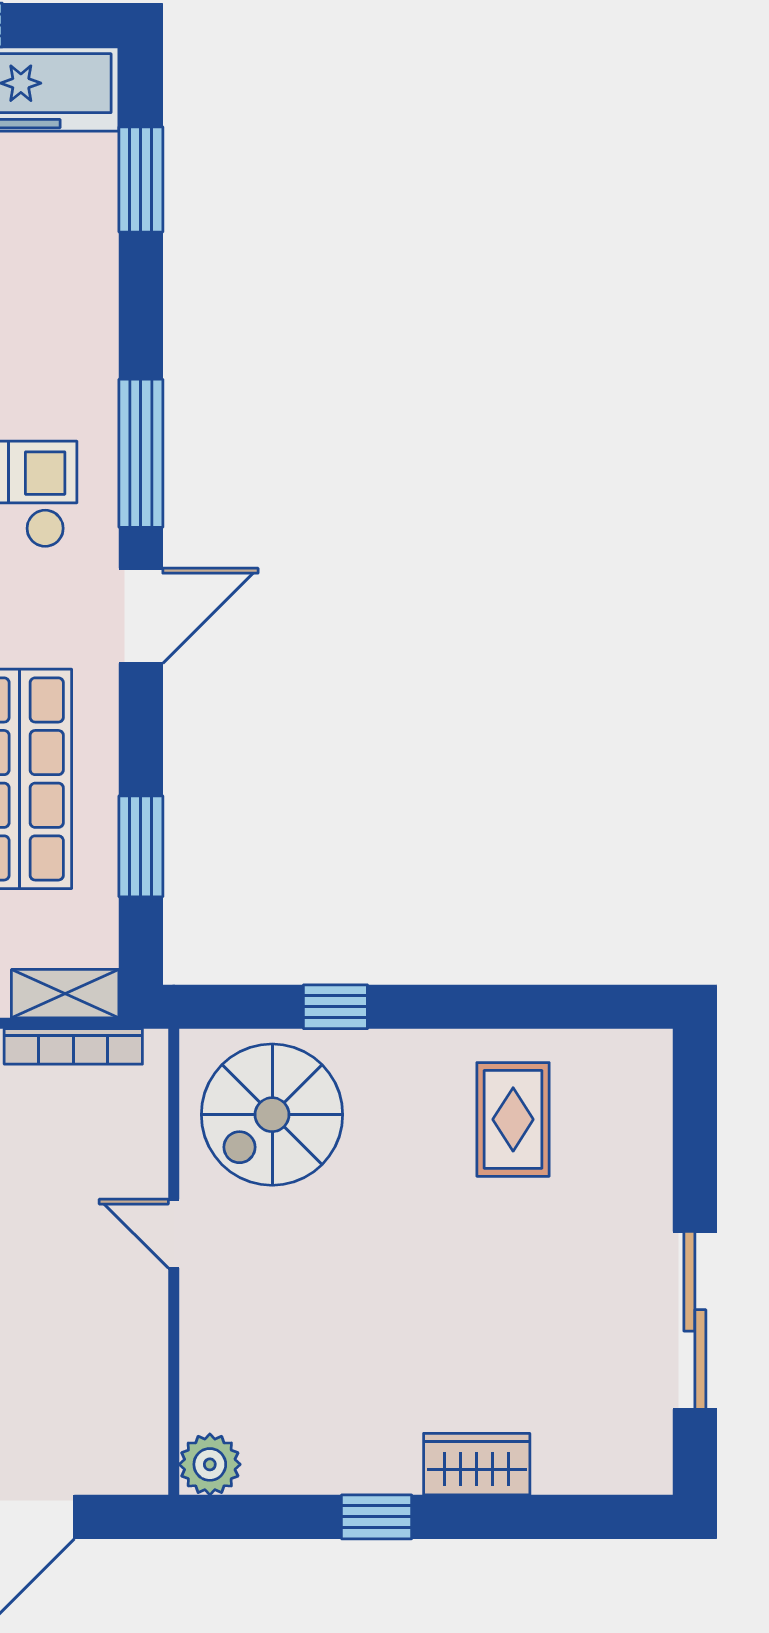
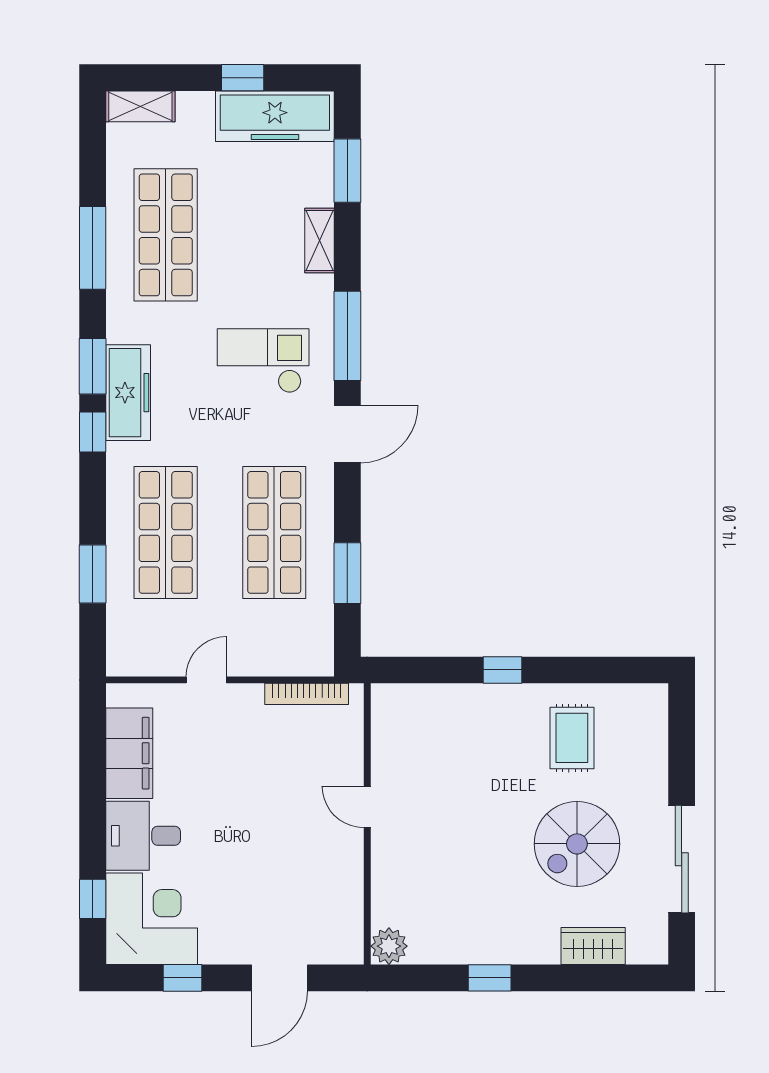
shelving: (65, 994) -> (320, 240), moved, turned 90
window: (335, 1007) -> (503, 670), moved
spiral stairs: (272, 1115) -> (577, 844), moved
wardrobe: (477, 1464) -> (593, 946), moved

